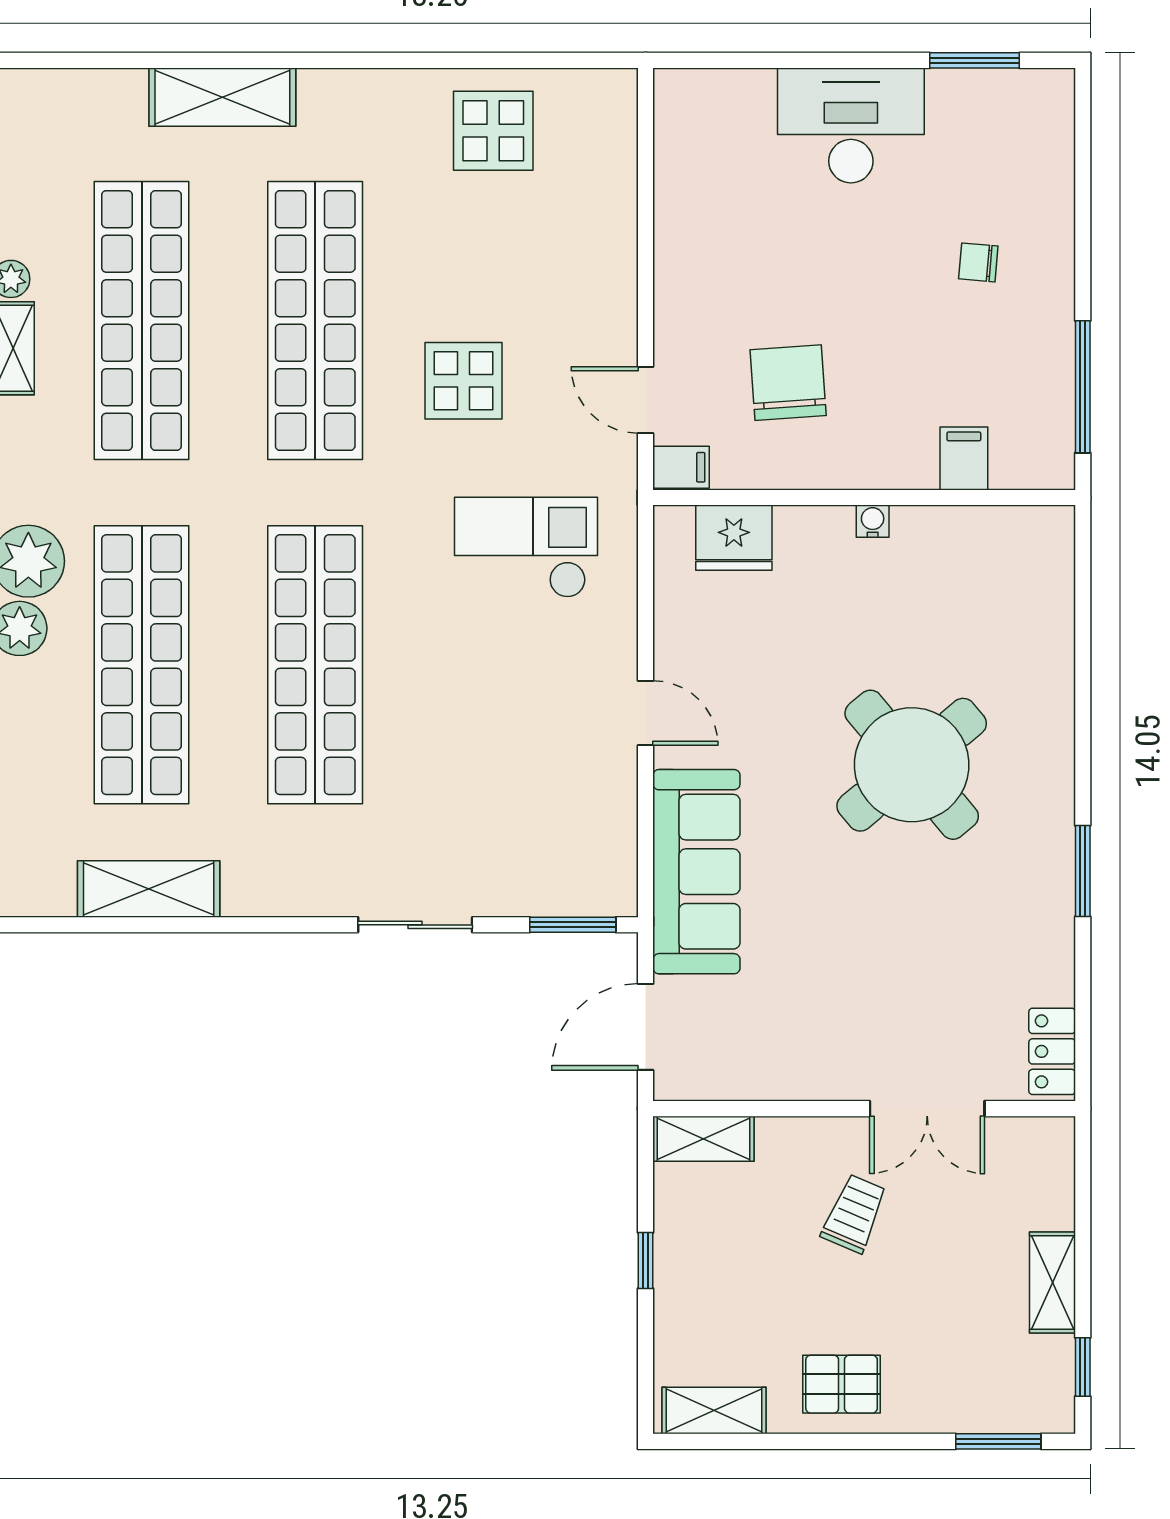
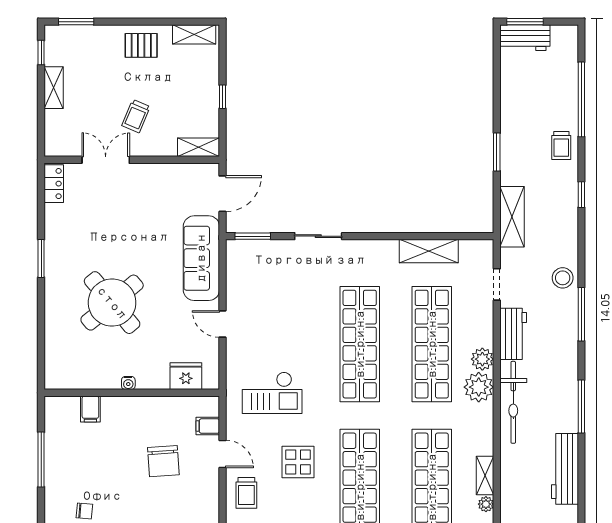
trolley: (588, 306) -> (246, 493), added
filing cabinet: (964, 458) -> (90, 409), moved
wall: (864, 498) -> (132, 393), moved
water cooler: (873, 521) -> (128, 383), moved
fridge: (734, 538) -> (186, 376), moved

